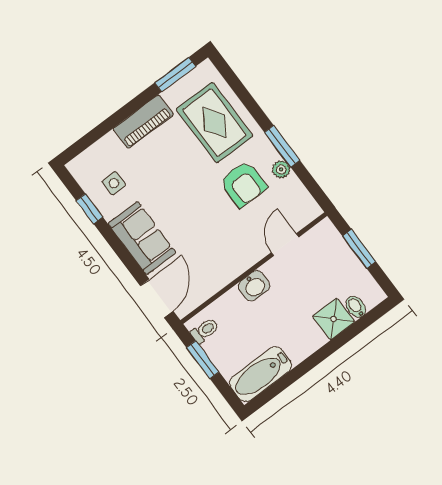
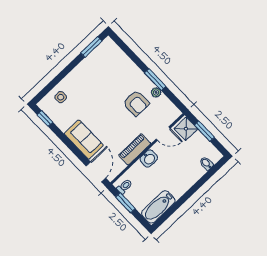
piano: (143, 122) -> (135, 149), moved, turned 180
rug: (214, 123) -> (116, 71), removed
side table: (114, 183) -> (61, 97), moved
window: (89, 209) -> (45, 119), moved
door: (285, 245) -> (163, 134), swing flipped
shower: (334, 319) -> (186, 129), moved

